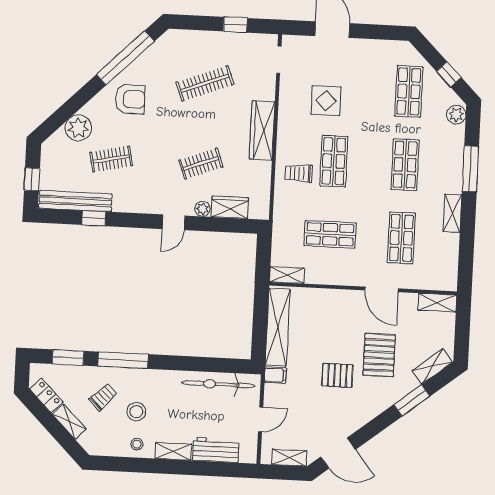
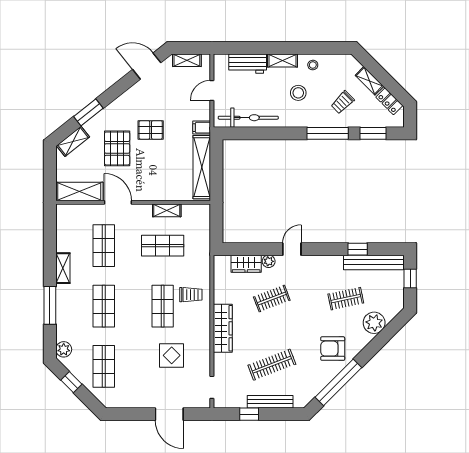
bench: (209, 38) -> (270, 402), added
shelving: (287, 275) -> (167, 210), moved
shelving: (437, 303) -> (79, 192), width x1.50, depth x1.33
stool: (136, 412) -> (298, 93), moved

